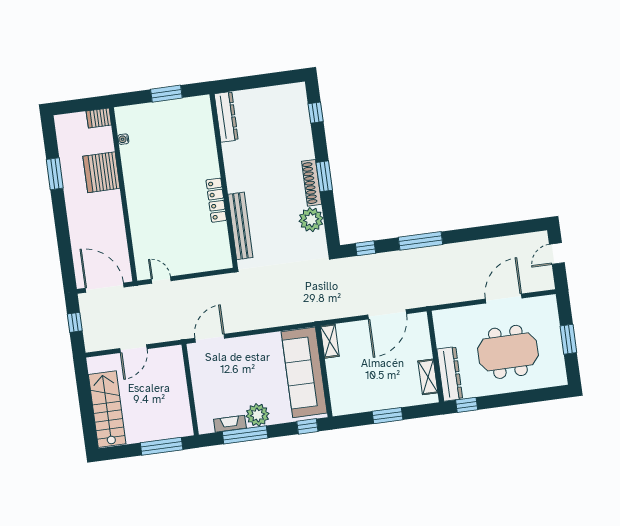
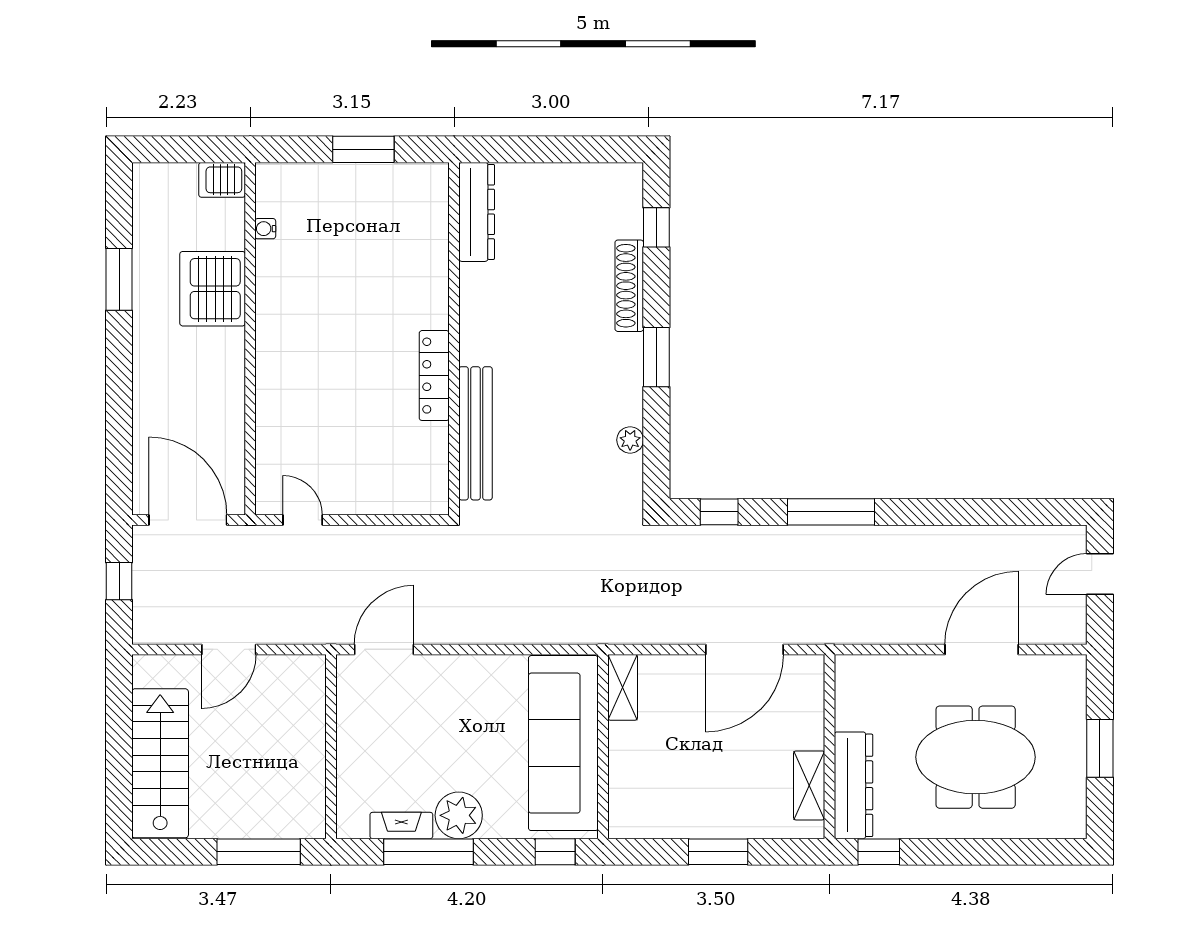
shoe rack: (312, 183) -> (629, 286), moved
plant: (311, 220) -> (630, 440), width x0.53, depth x0.53

